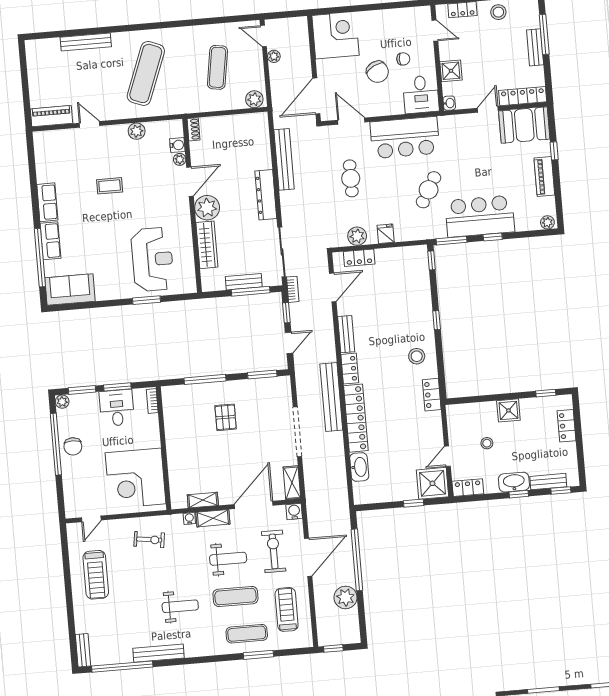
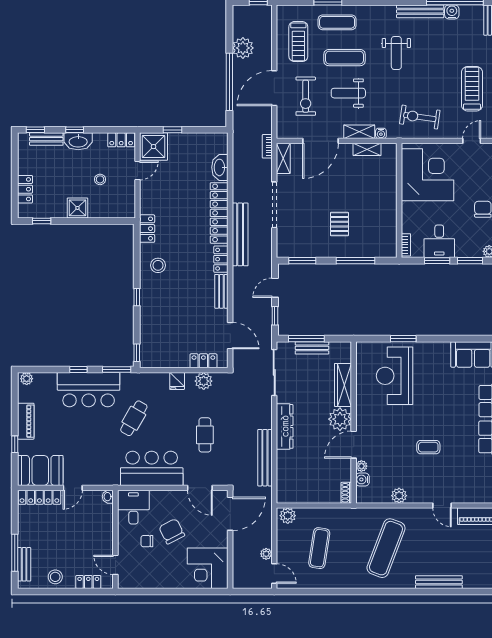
bench: (535, 47) -> (24, 564), moved
shower: (451, 71) -> (104, 526), removed
door: (333, 287) -> (230, 336), swing flipped
bookcase: (293, 289) -> (267, 146), moved
water cooler: (294, 512) -> (452, 12), moved, turned 180
exercise bike: (149, 540) -> (420, 117), width x1.38, depth x1.39
weight bench: (180, 606) -> (396, 53), turned -90

